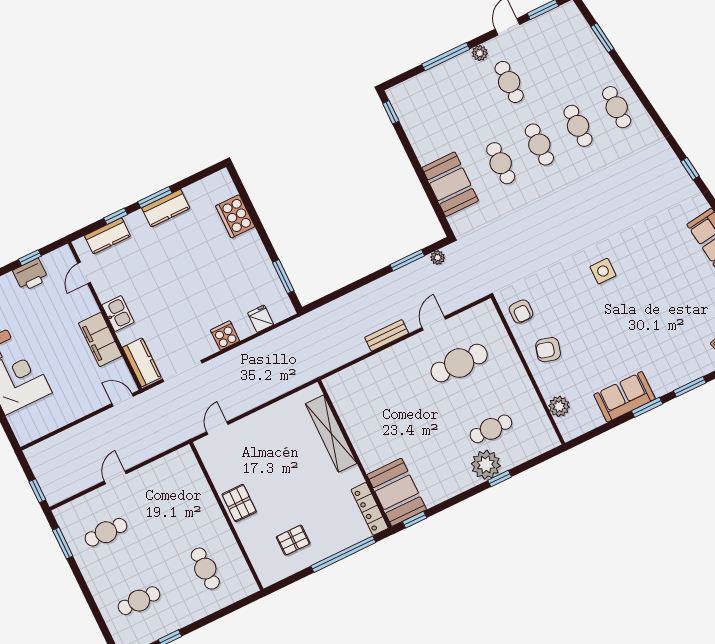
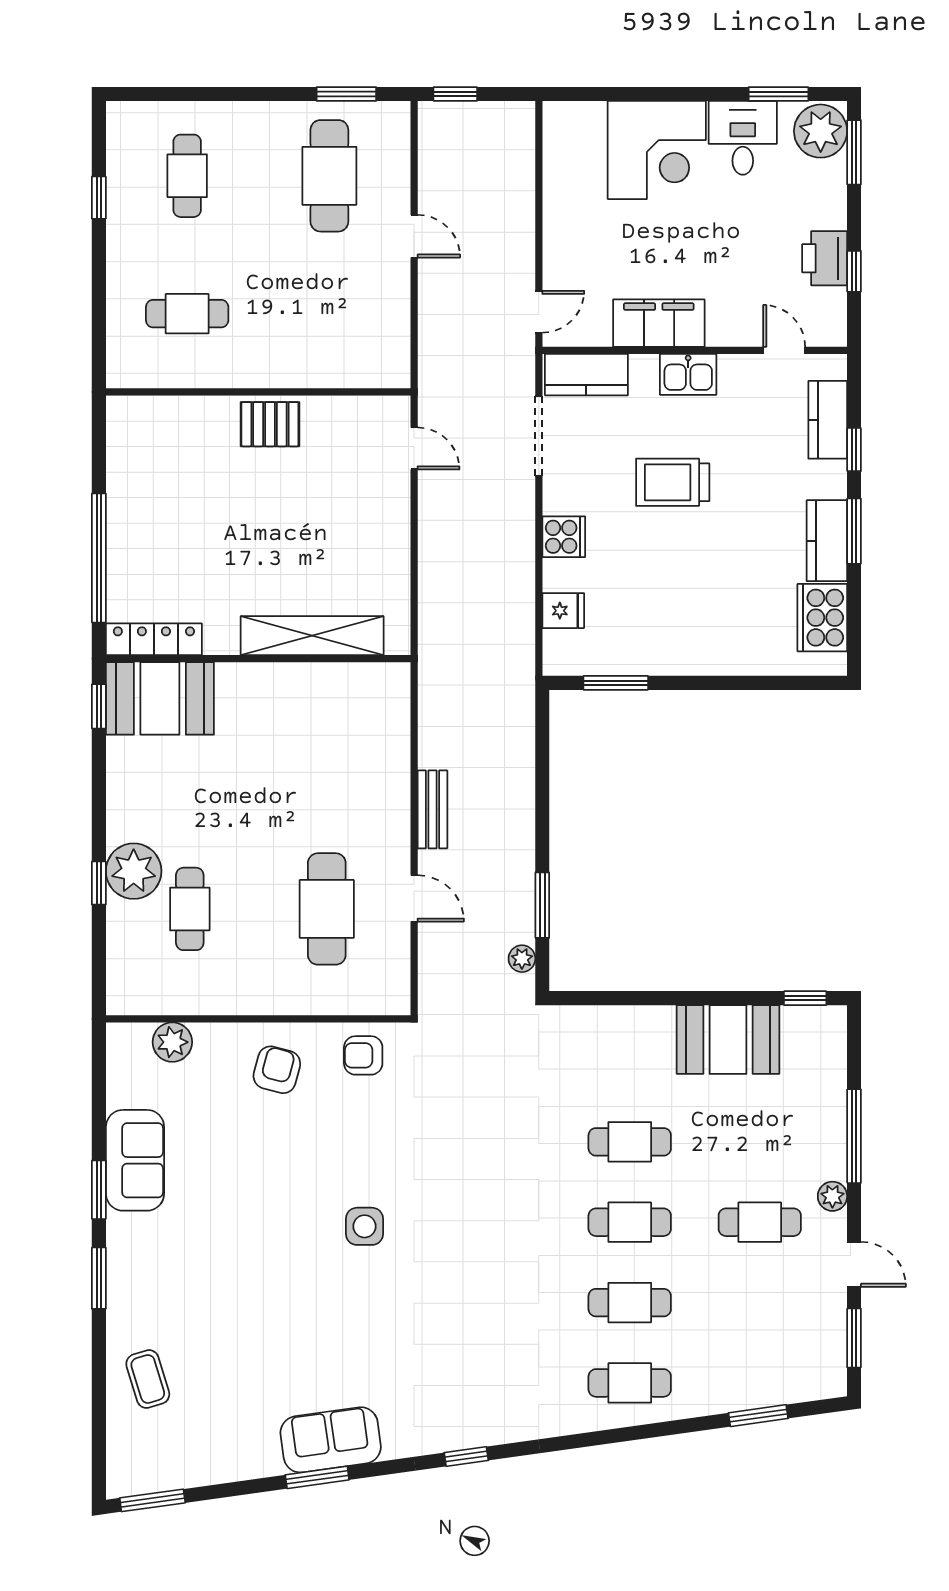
booth: (450, 184) -> (728, 1040), moved
cooker: (235, 216) -> (822, 618), moved, turned -90
trolley: (174, 296) -> (673, 482), added
cafe table: (106, 532) -> (329, 176), width x1.37, depth x1.35
pallet: (293, 540) -> (163, 485), removed

